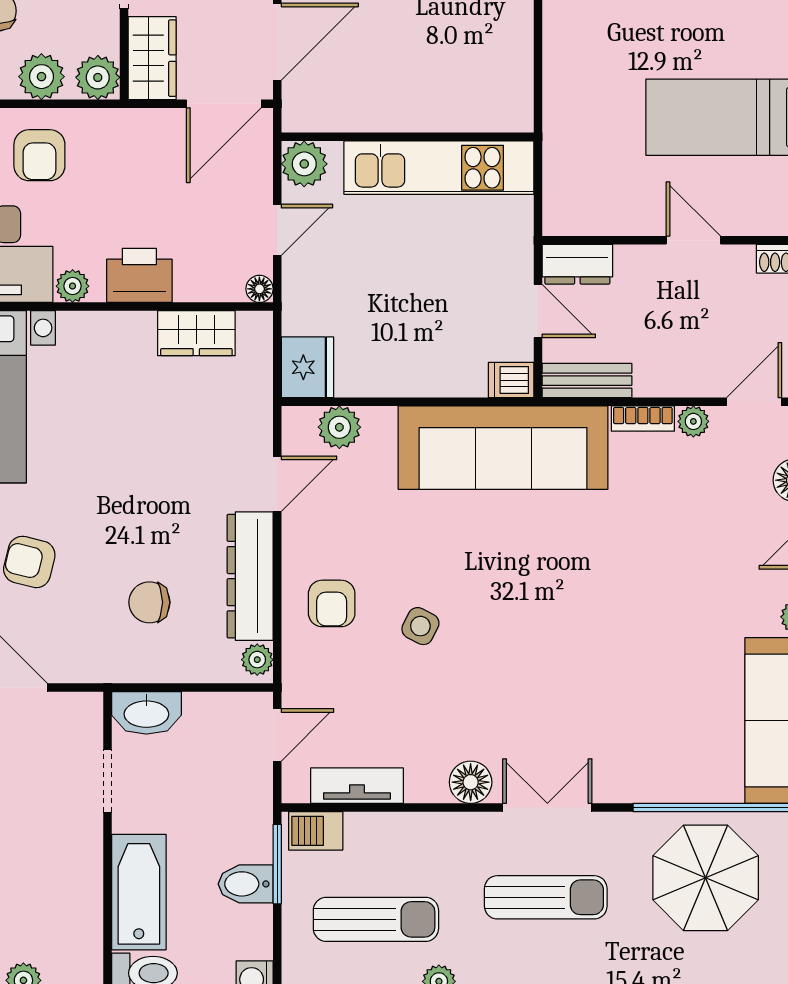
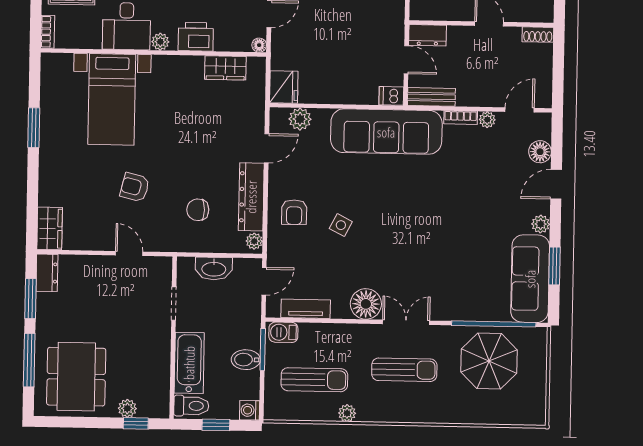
washbasin: (146, 713) -> (214, 269), moved
floor lamp: (471, 782) -> (366, 304), width x1.38, depth x1.38

